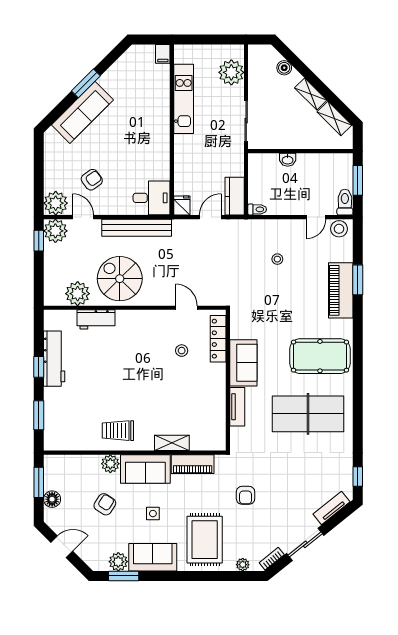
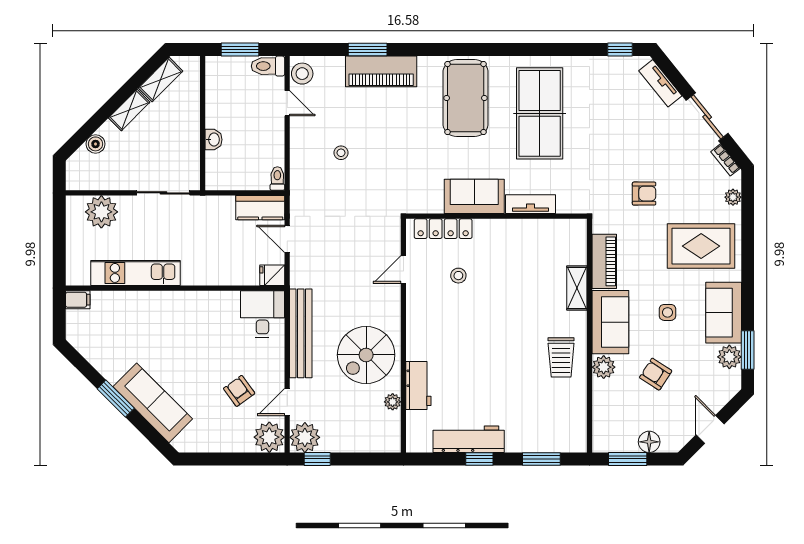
plant: (78, 294) -> (393, 402), width x0.53, depth x0.53

